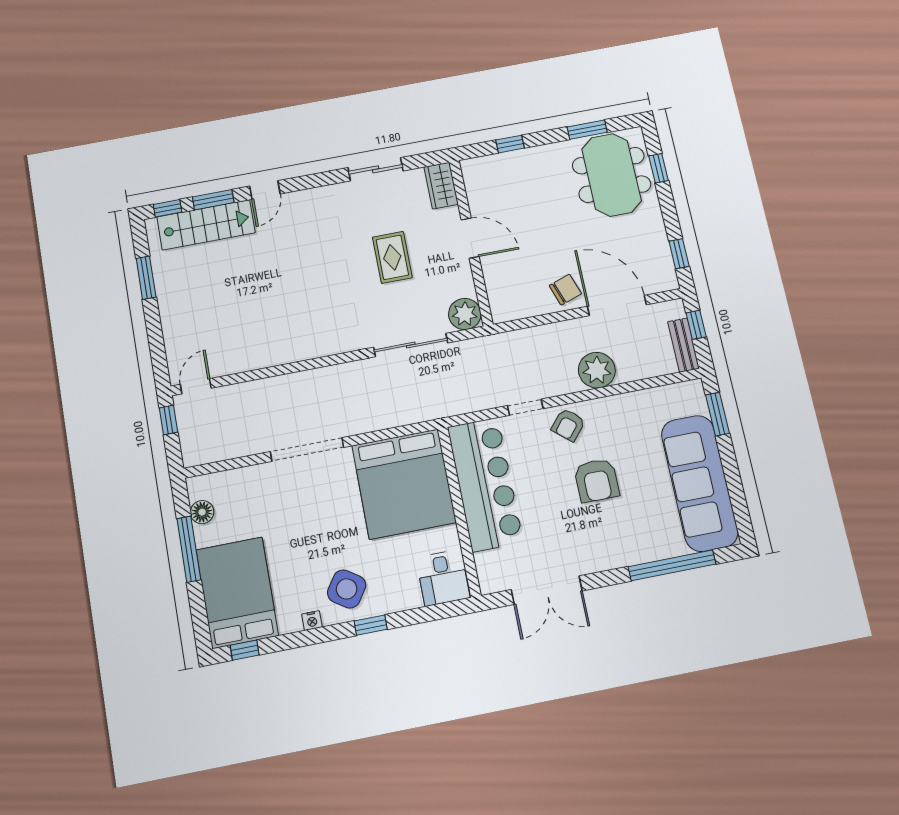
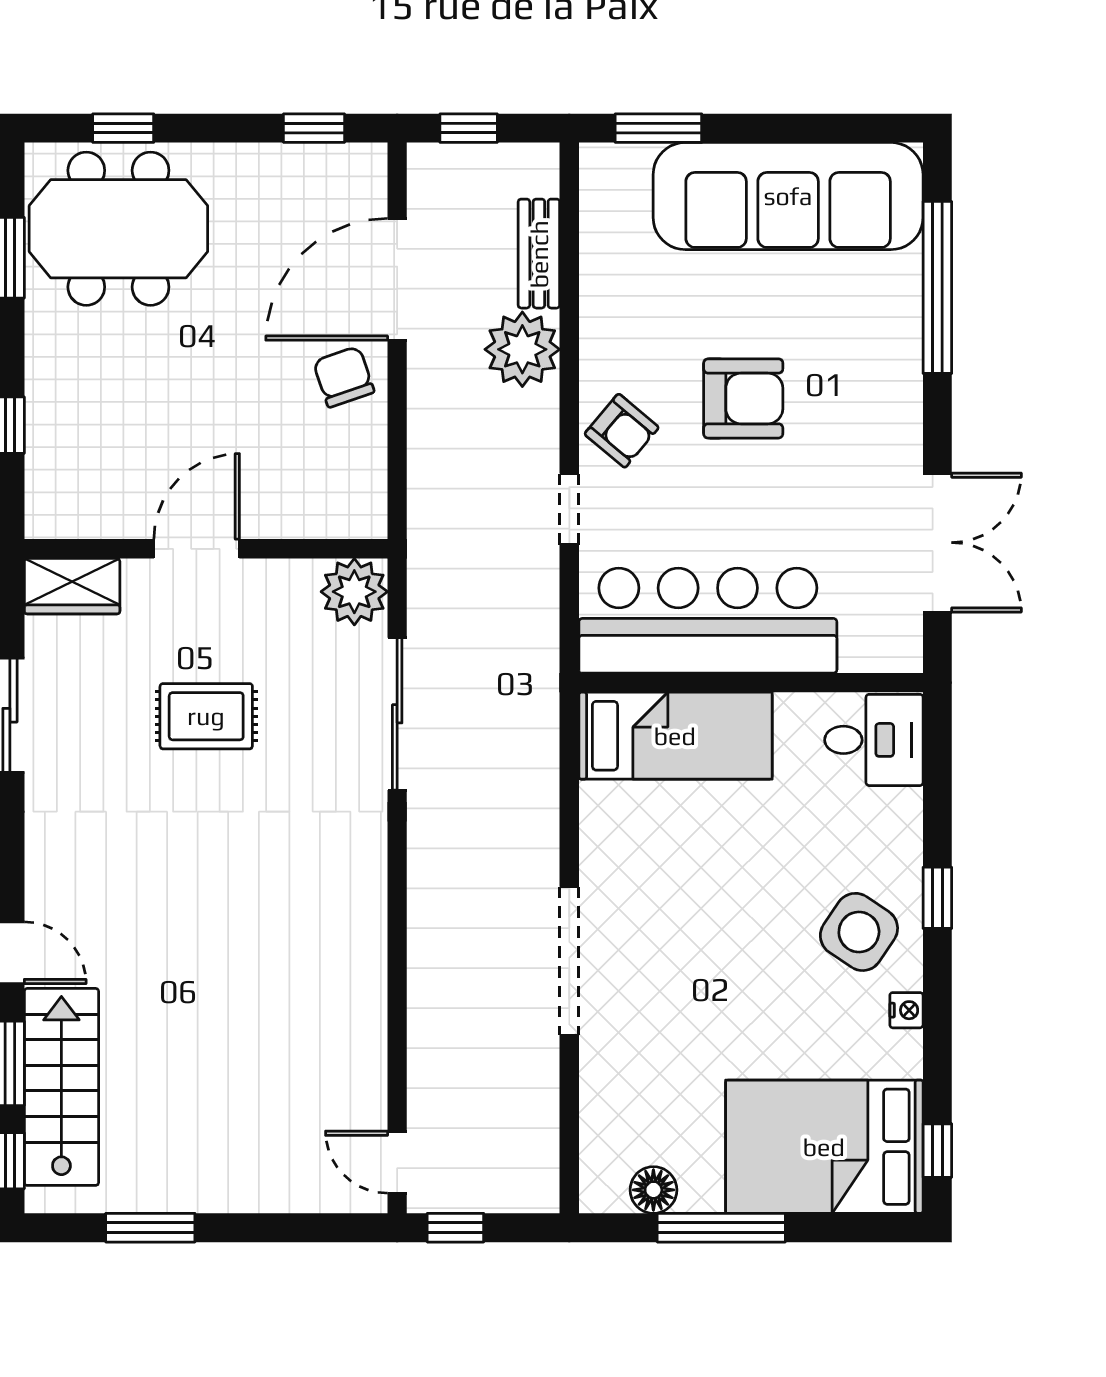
bench: (683, 345) -> (539, 254), moved, turned 90
bed: (404, 484) -> (675, 736), width x0.49

